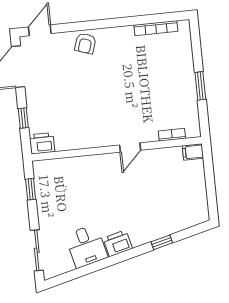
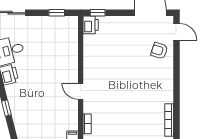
armchair: (85, 43) -> (159, 51), moved
window: (23, 118) -> (98, 13), moved

